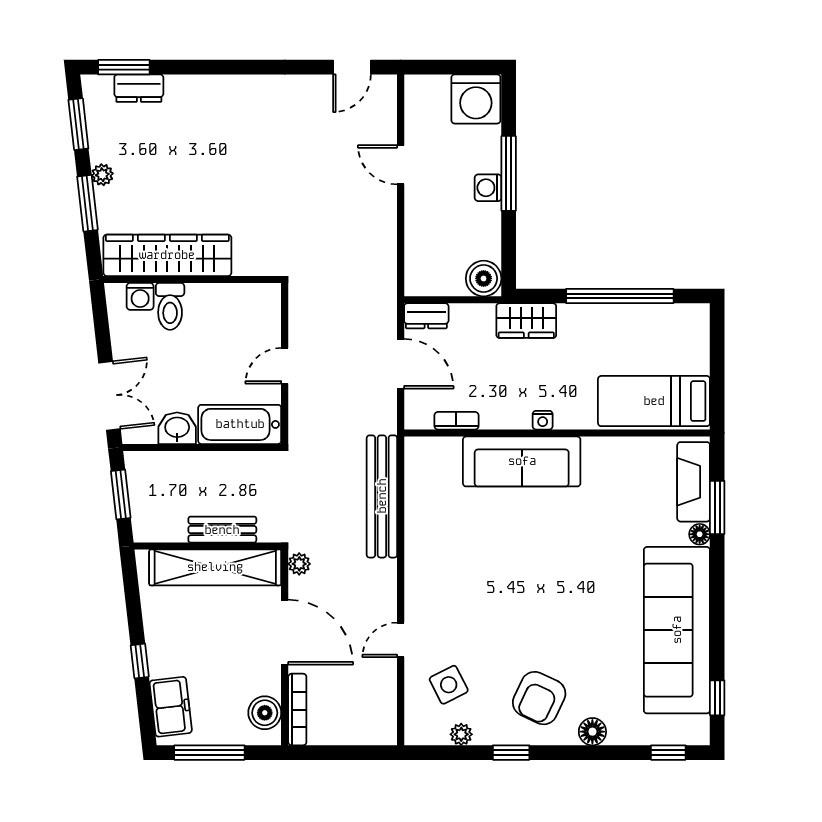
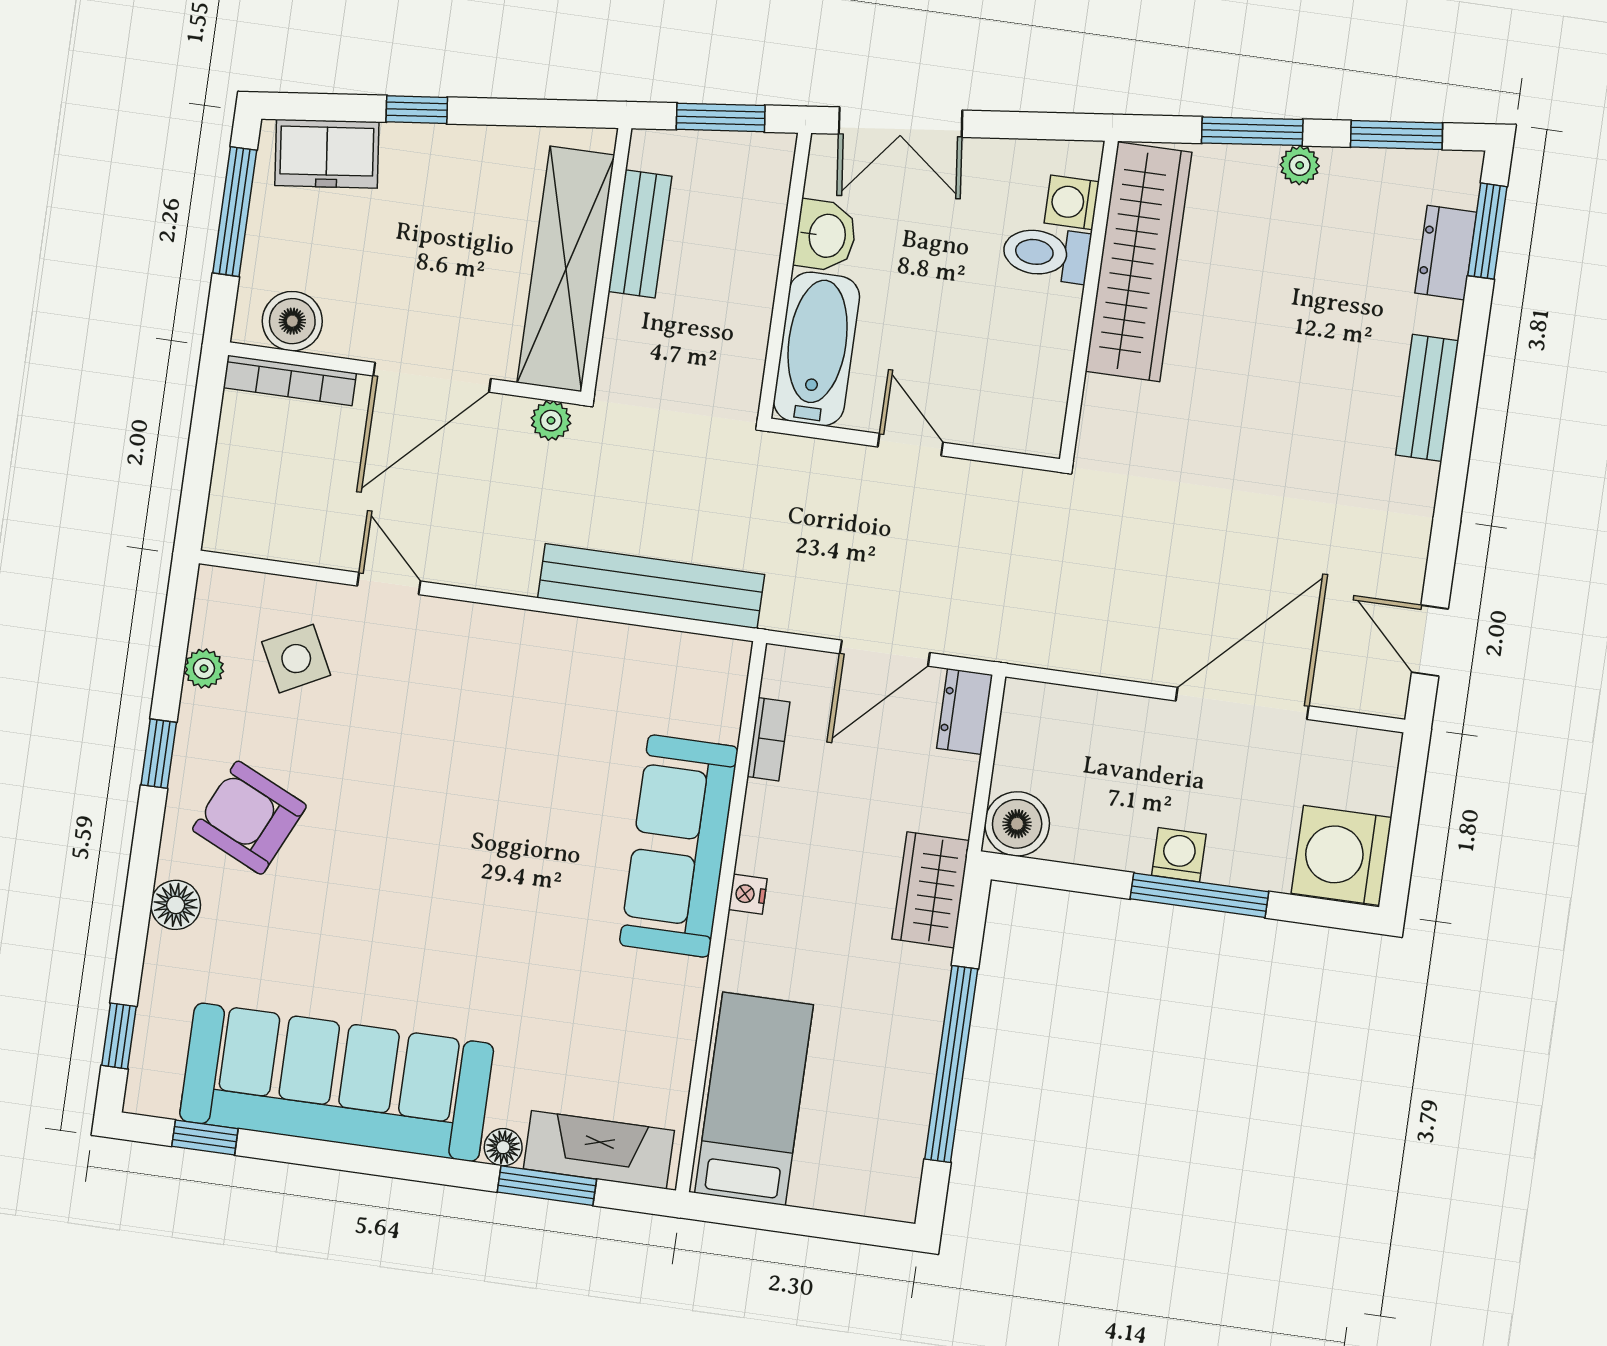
bench: (220, 87) -> (1427, 398), added
door: (401, 165) -> (1242, 703), width x1.87
bench: (222, 530) -> (640, 234), moved

